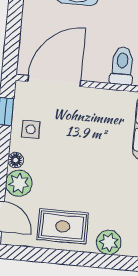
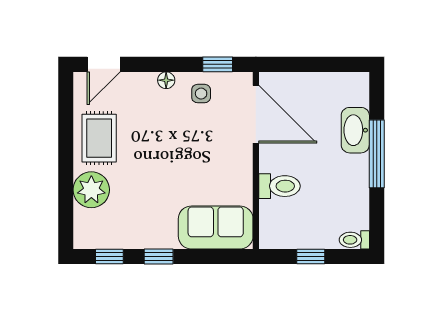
plant: (19, 183) -> (141, 86), removed
plant: (109, 242) -> (91, 190), width x1.36, depth x1.36

